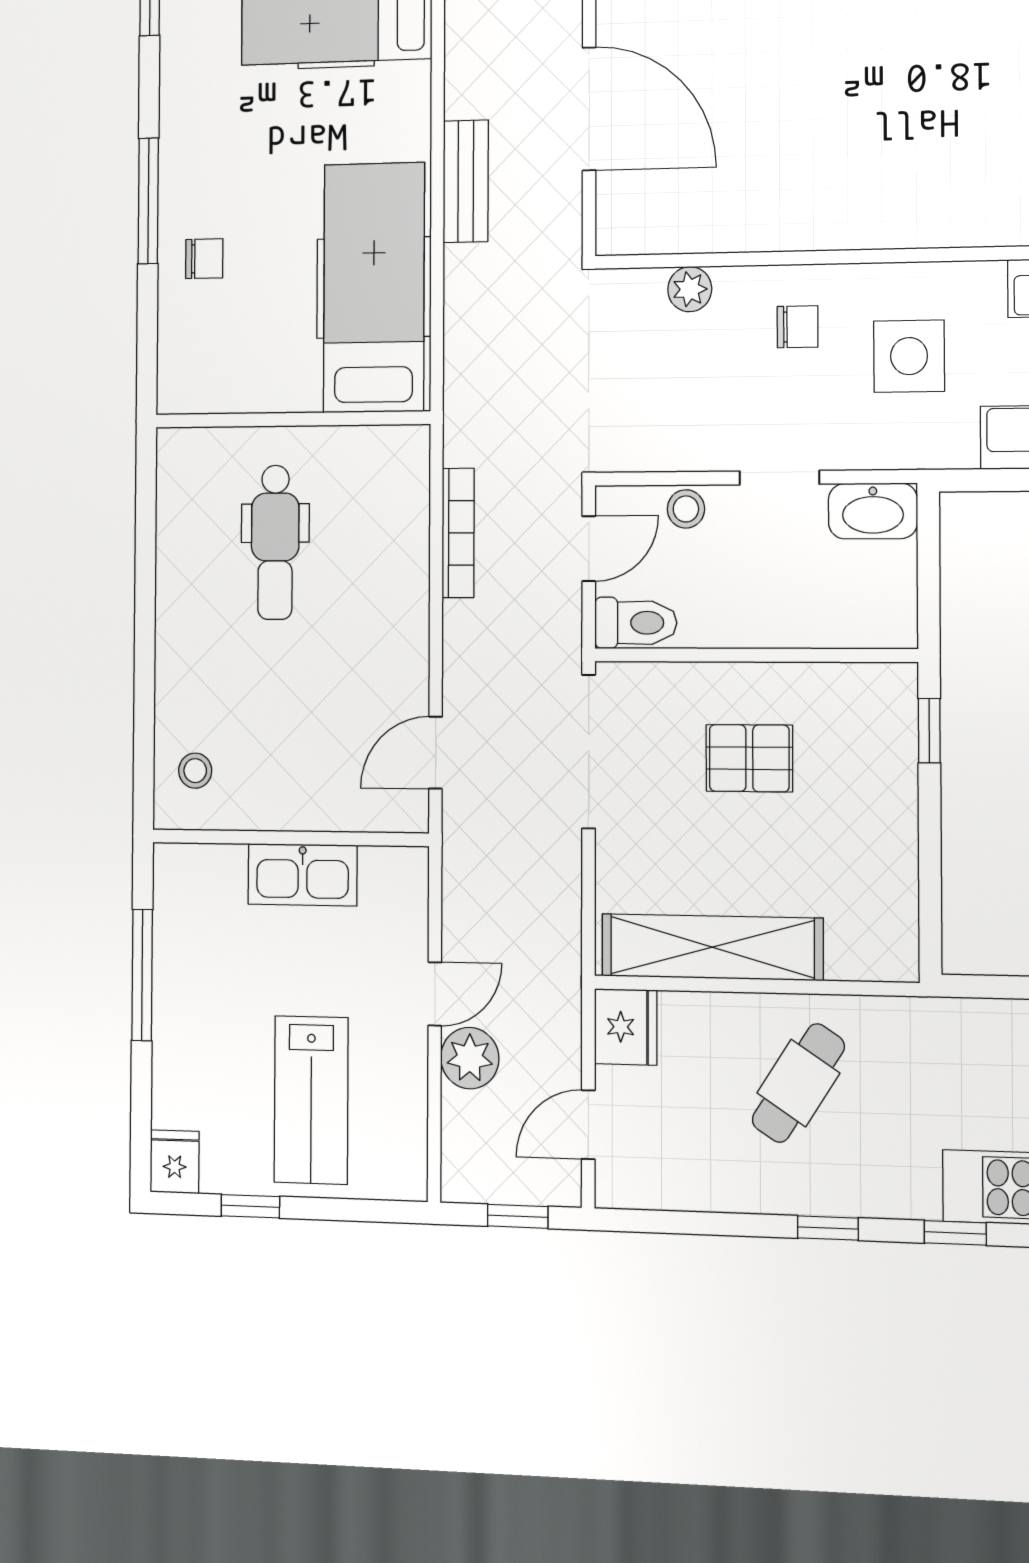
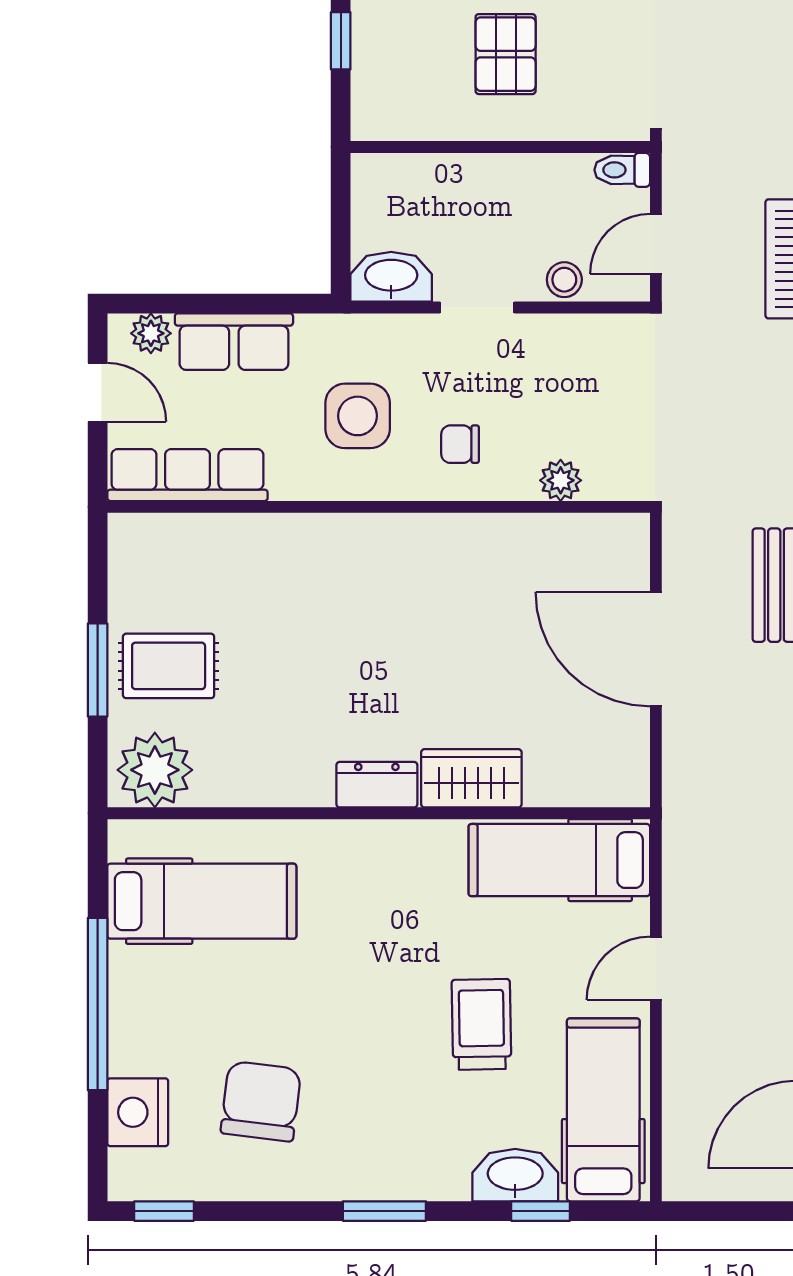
toilet: (636, 623) -> (622, 170), width x0.73, depth x0.72
window: (929, 731) -> (341, 41), moved
pallet: (749, 758) -> (506, 54), turned 90

